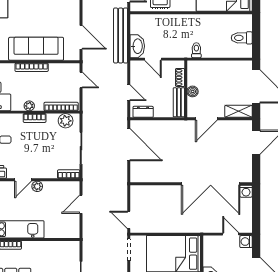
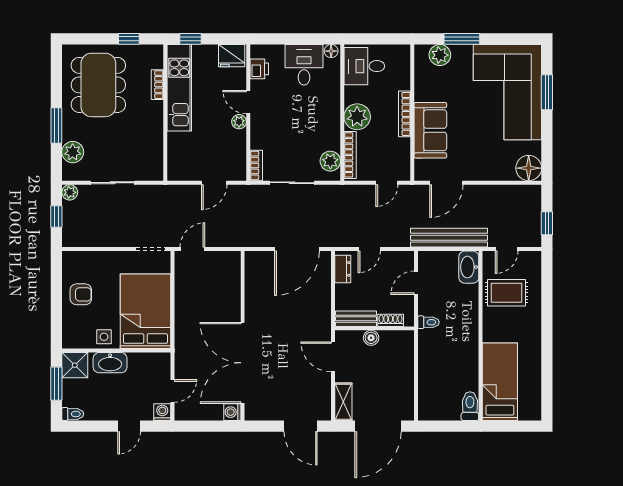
toilet: (242, 38) -> (470, 406), moved
washbasin: (137, 46) -> (469, 267), moved, turned 90
sofa: (36, 49) -> (430, 130), width x0.73
toilet: (196, 50) -> (428, 322), moved
plant: (29, 106) -> (357, 117), width x1.88, depth x1.88
bookcase: (35, 118) -> (334, 118), removed
door: (81, 204) -> (214, 183), swing flipped

